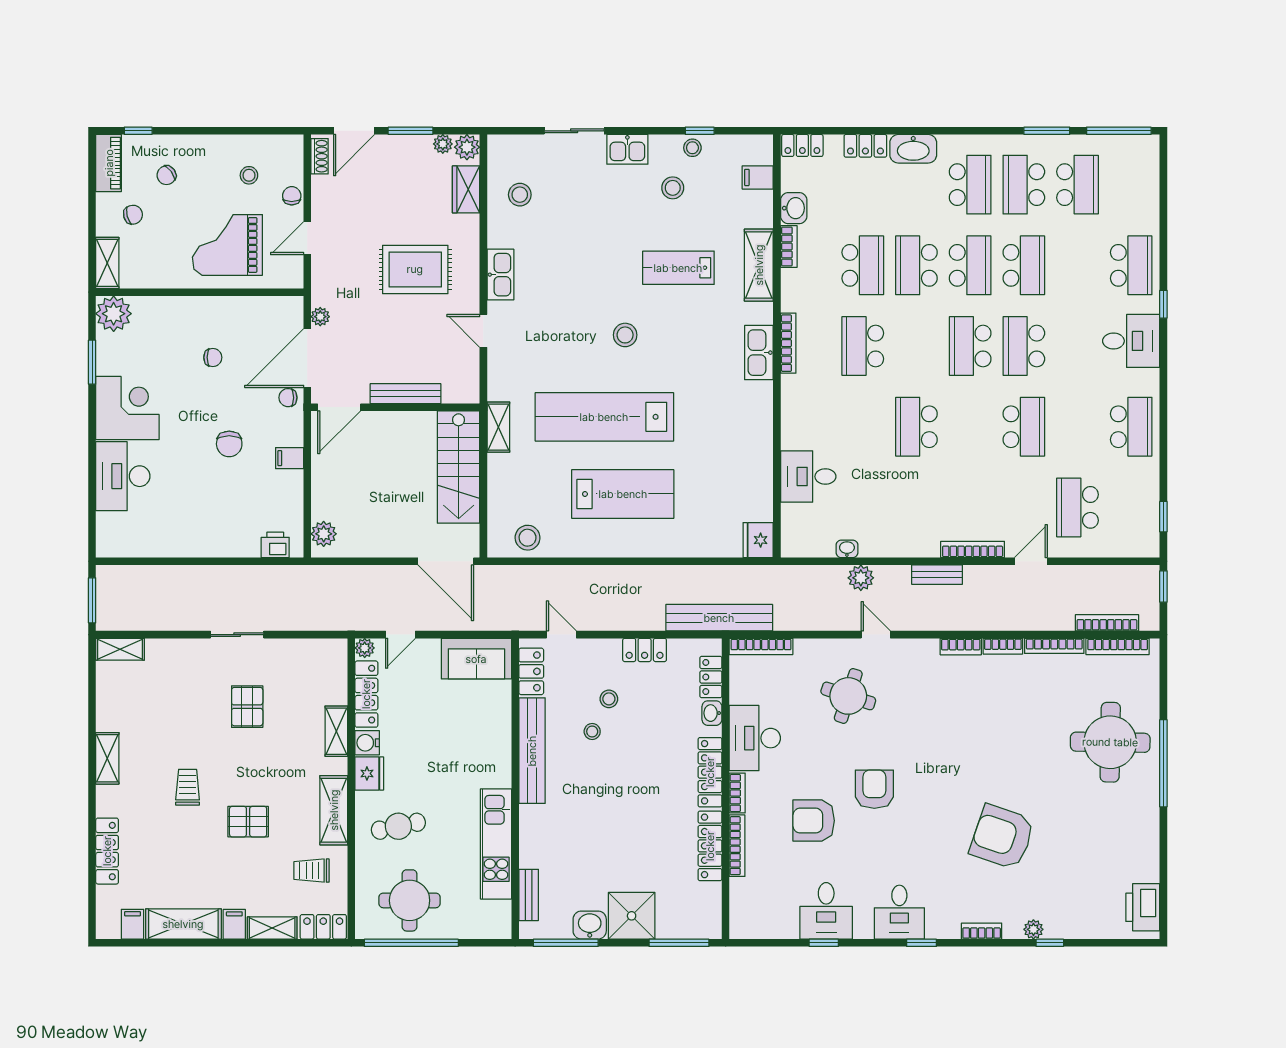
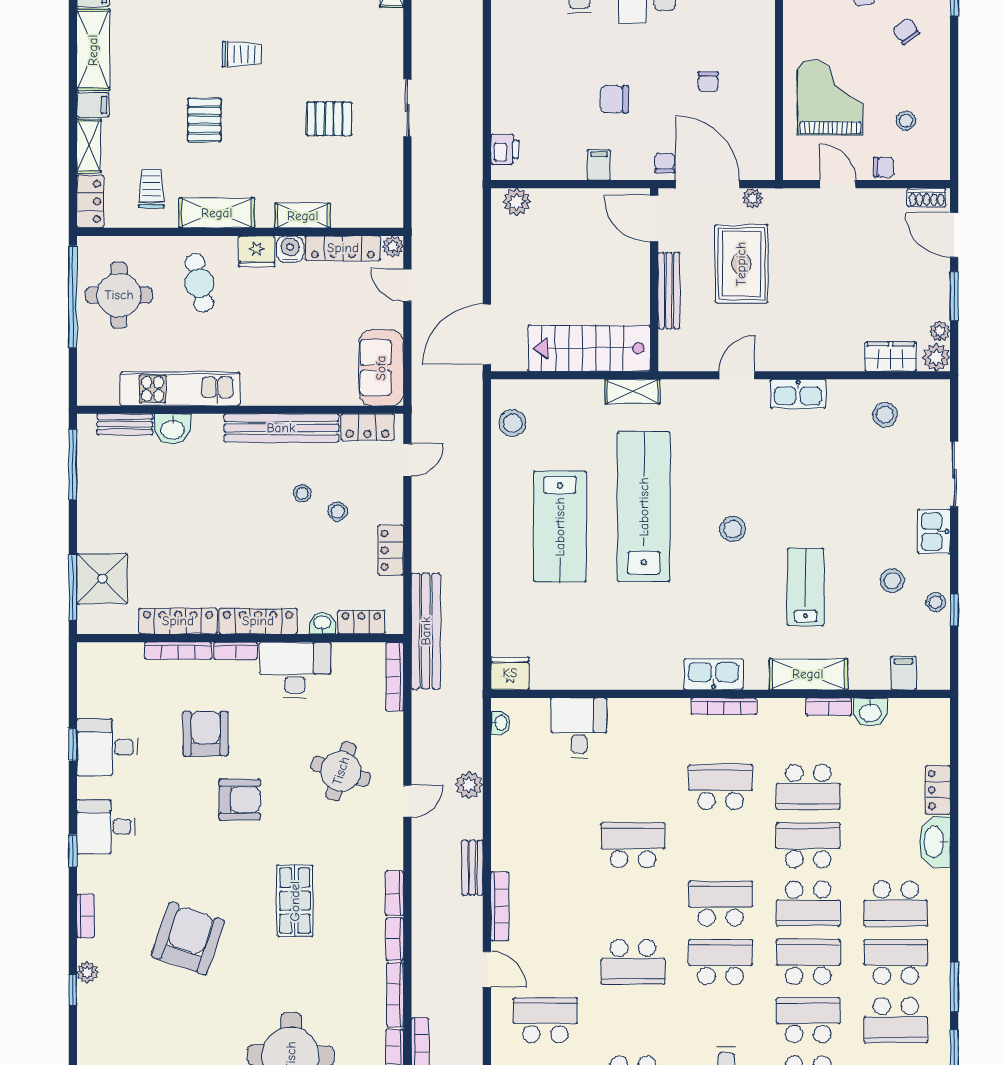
locker: (802, 145) -> (938, 721), removed
school desk: (1024, 265) -> (808, 962), turned 180
school desk: (1078, 265) -> (808, 1020), added
rug: (415, 269) -> (741, 264), moved
washbasin: (847, 549) -> (500, 723), moved
shop shelf: (967, 738) -> (295, 901), added
shower: (632, 916) -> (102, 579), moved
washbasin: (590, 925) -> (173, 429), moved, turned 90

